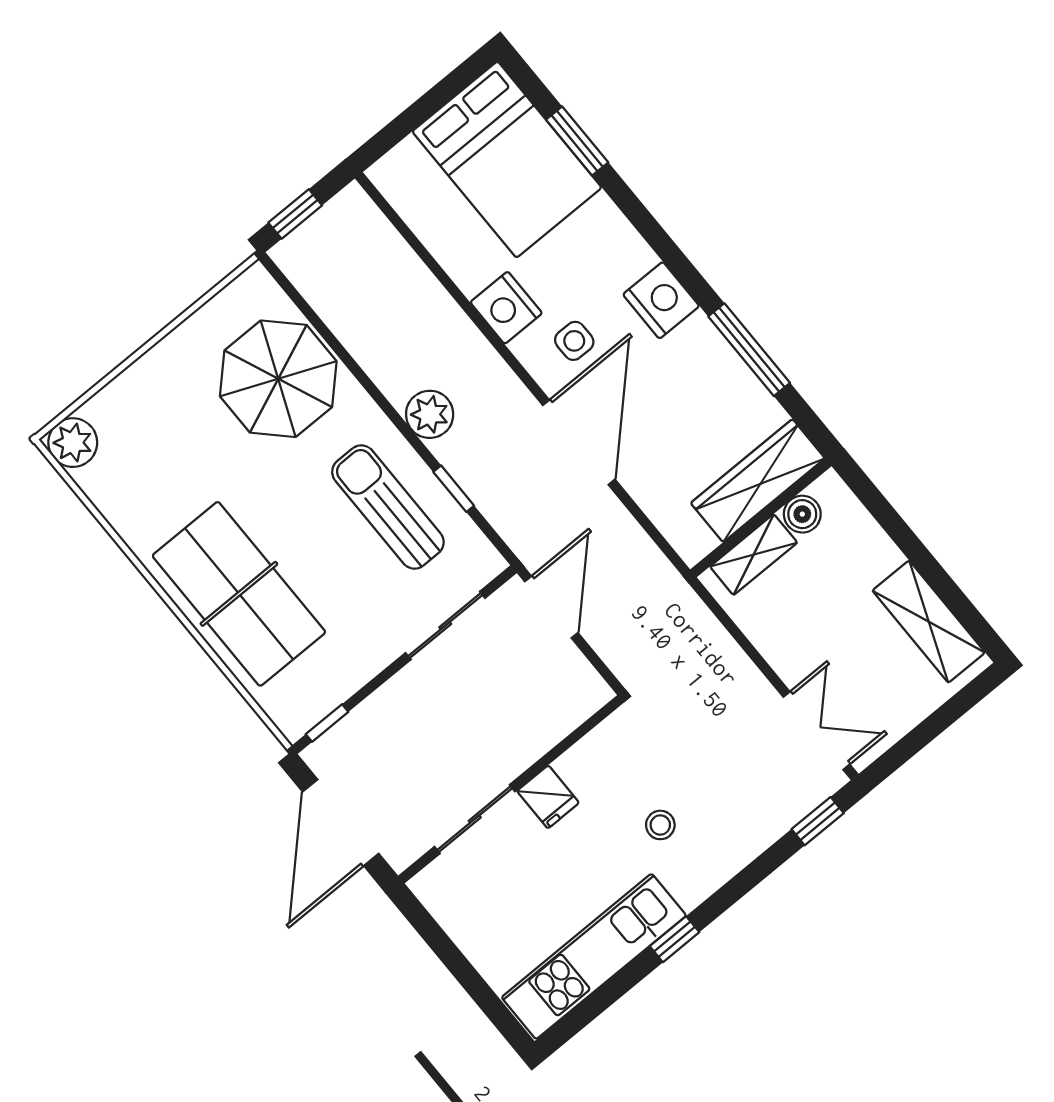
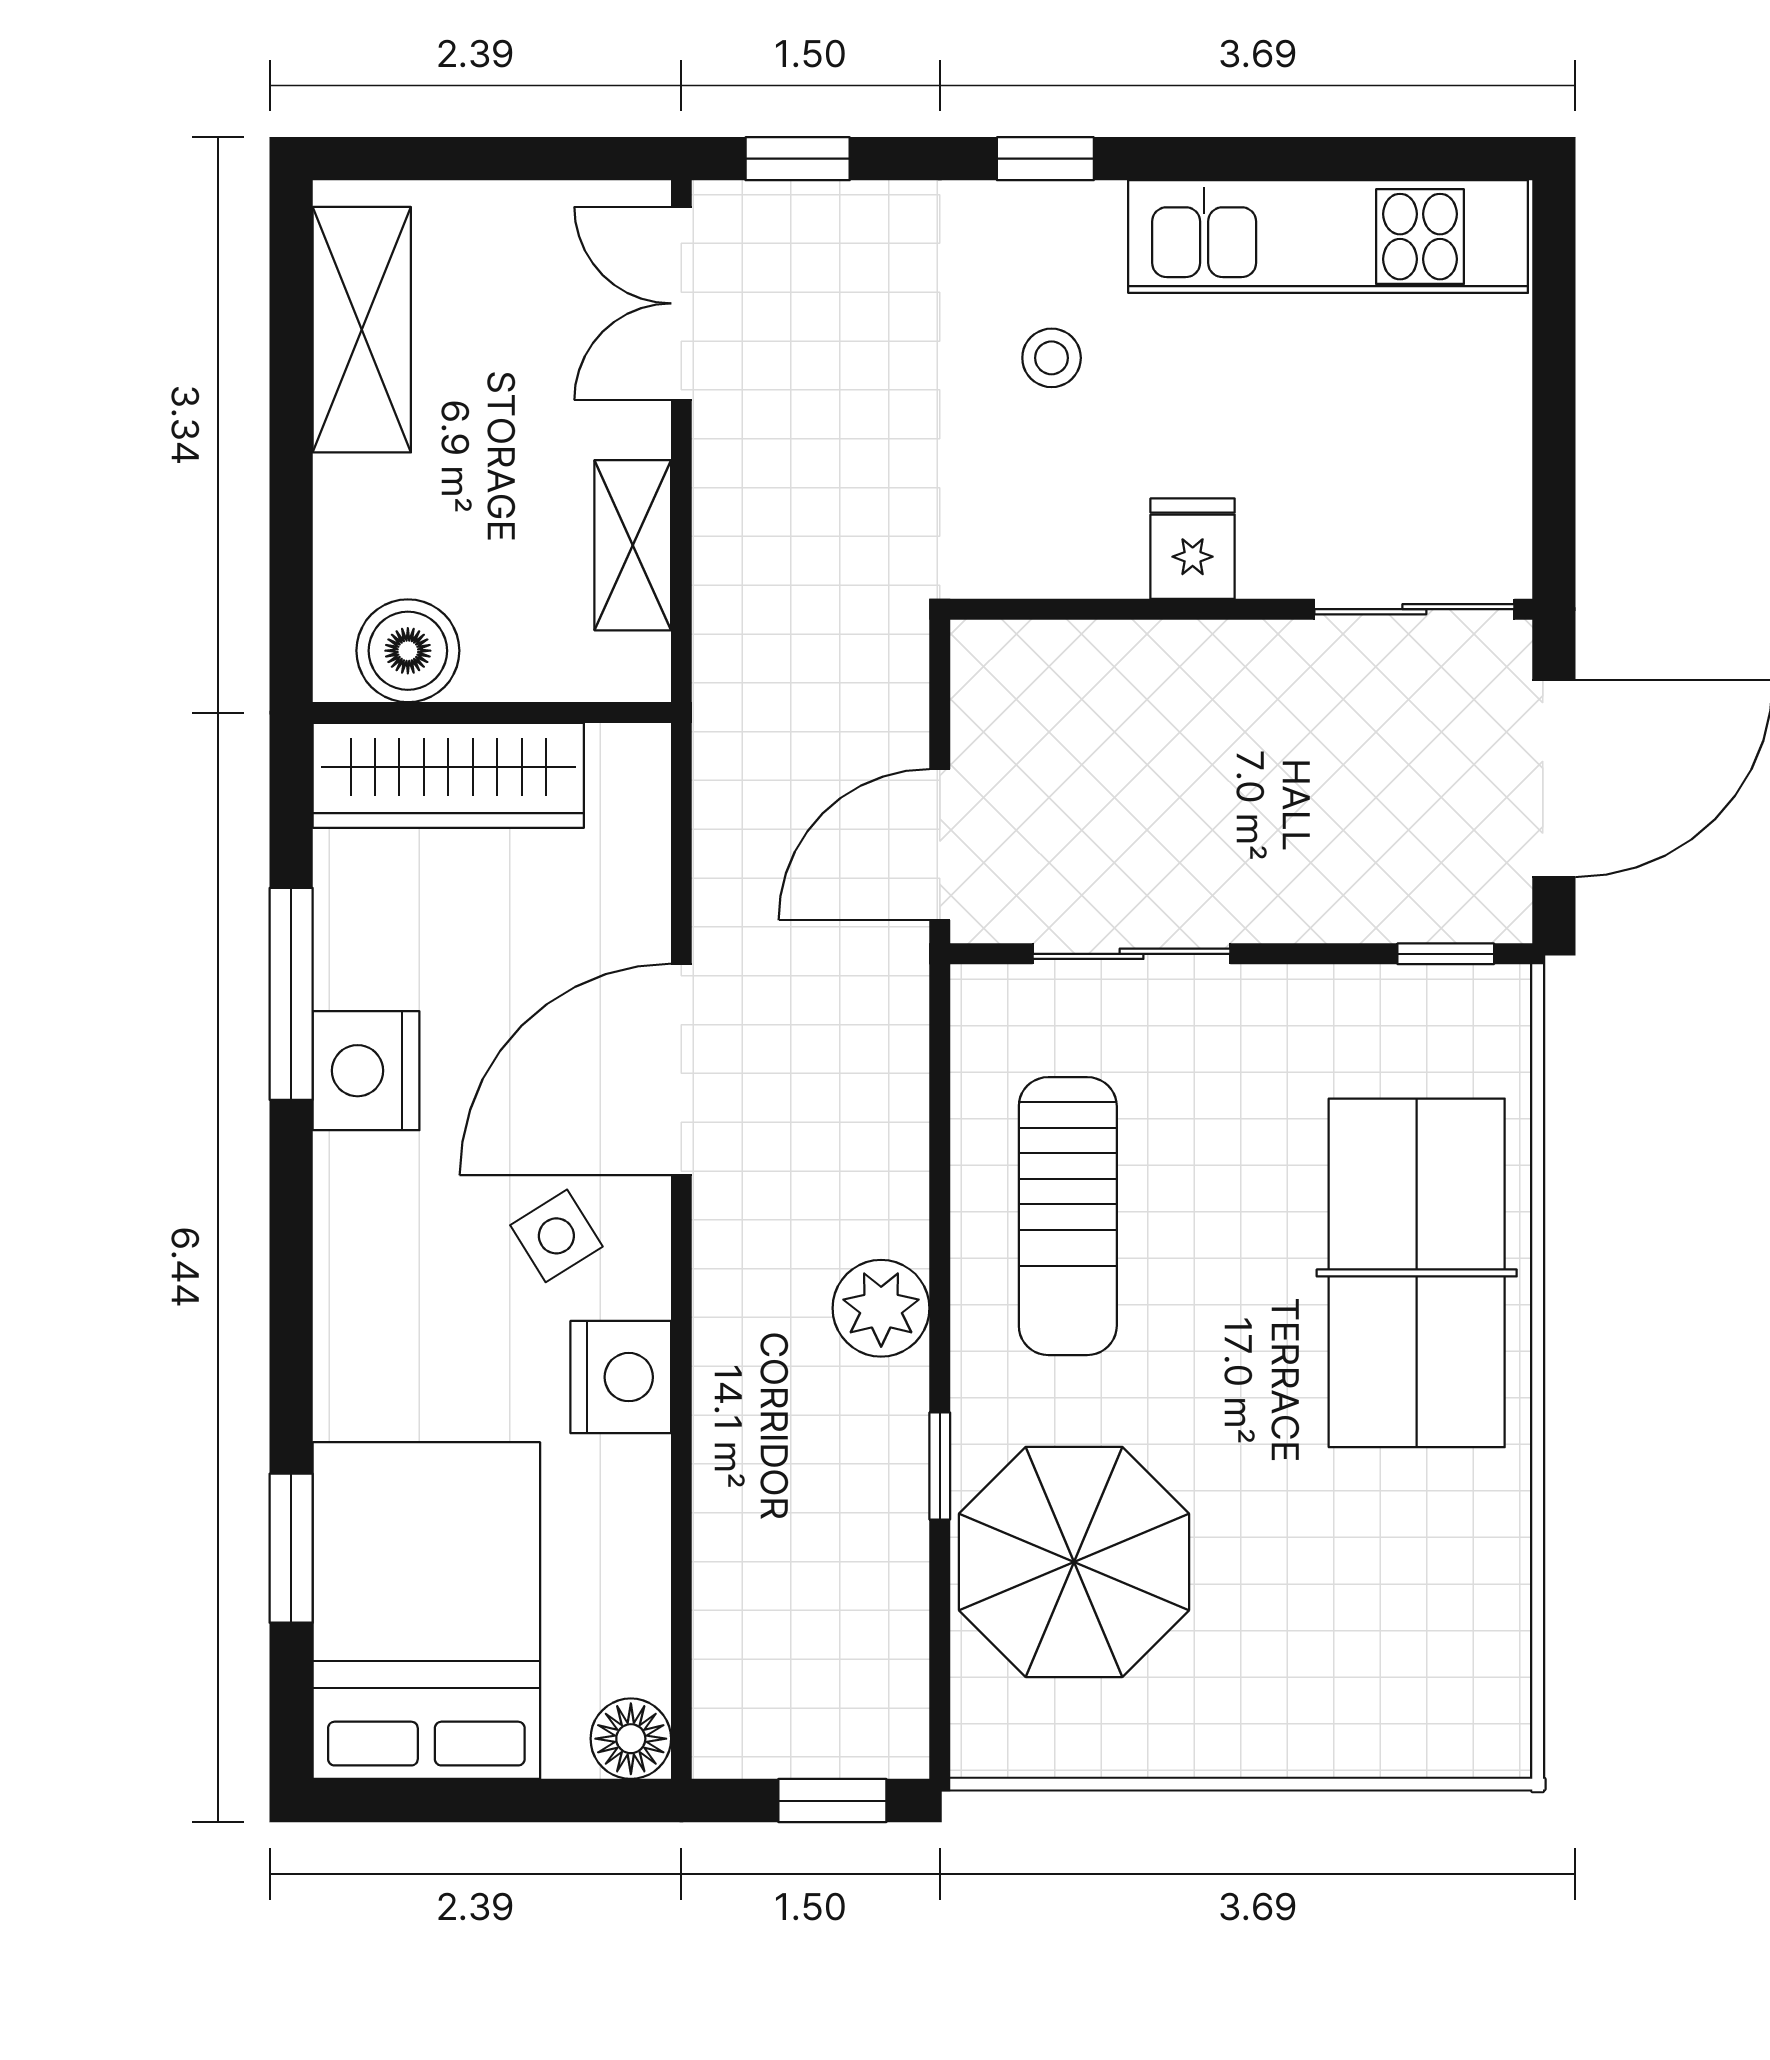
floor lamp: (390, 175) -> (631, 1739), added
nightstand: (661, 300) -> (366, 1071), moved
side table: (574, 341) -> (556, 1236), turned -32
plant: (73, 443) -> (1482, 1729), removed
window: (454, 489) -> (940, 1466), moved
boiler: (802, 514) -> (408, 651), width x1.36, depth x1.36
shelving: (754, 555) -> (633, 545), moved, turned 90
sliding door: (475, 819) -> (1414, 609), moved
window: (675, 939) -> (1045, 159), moved

